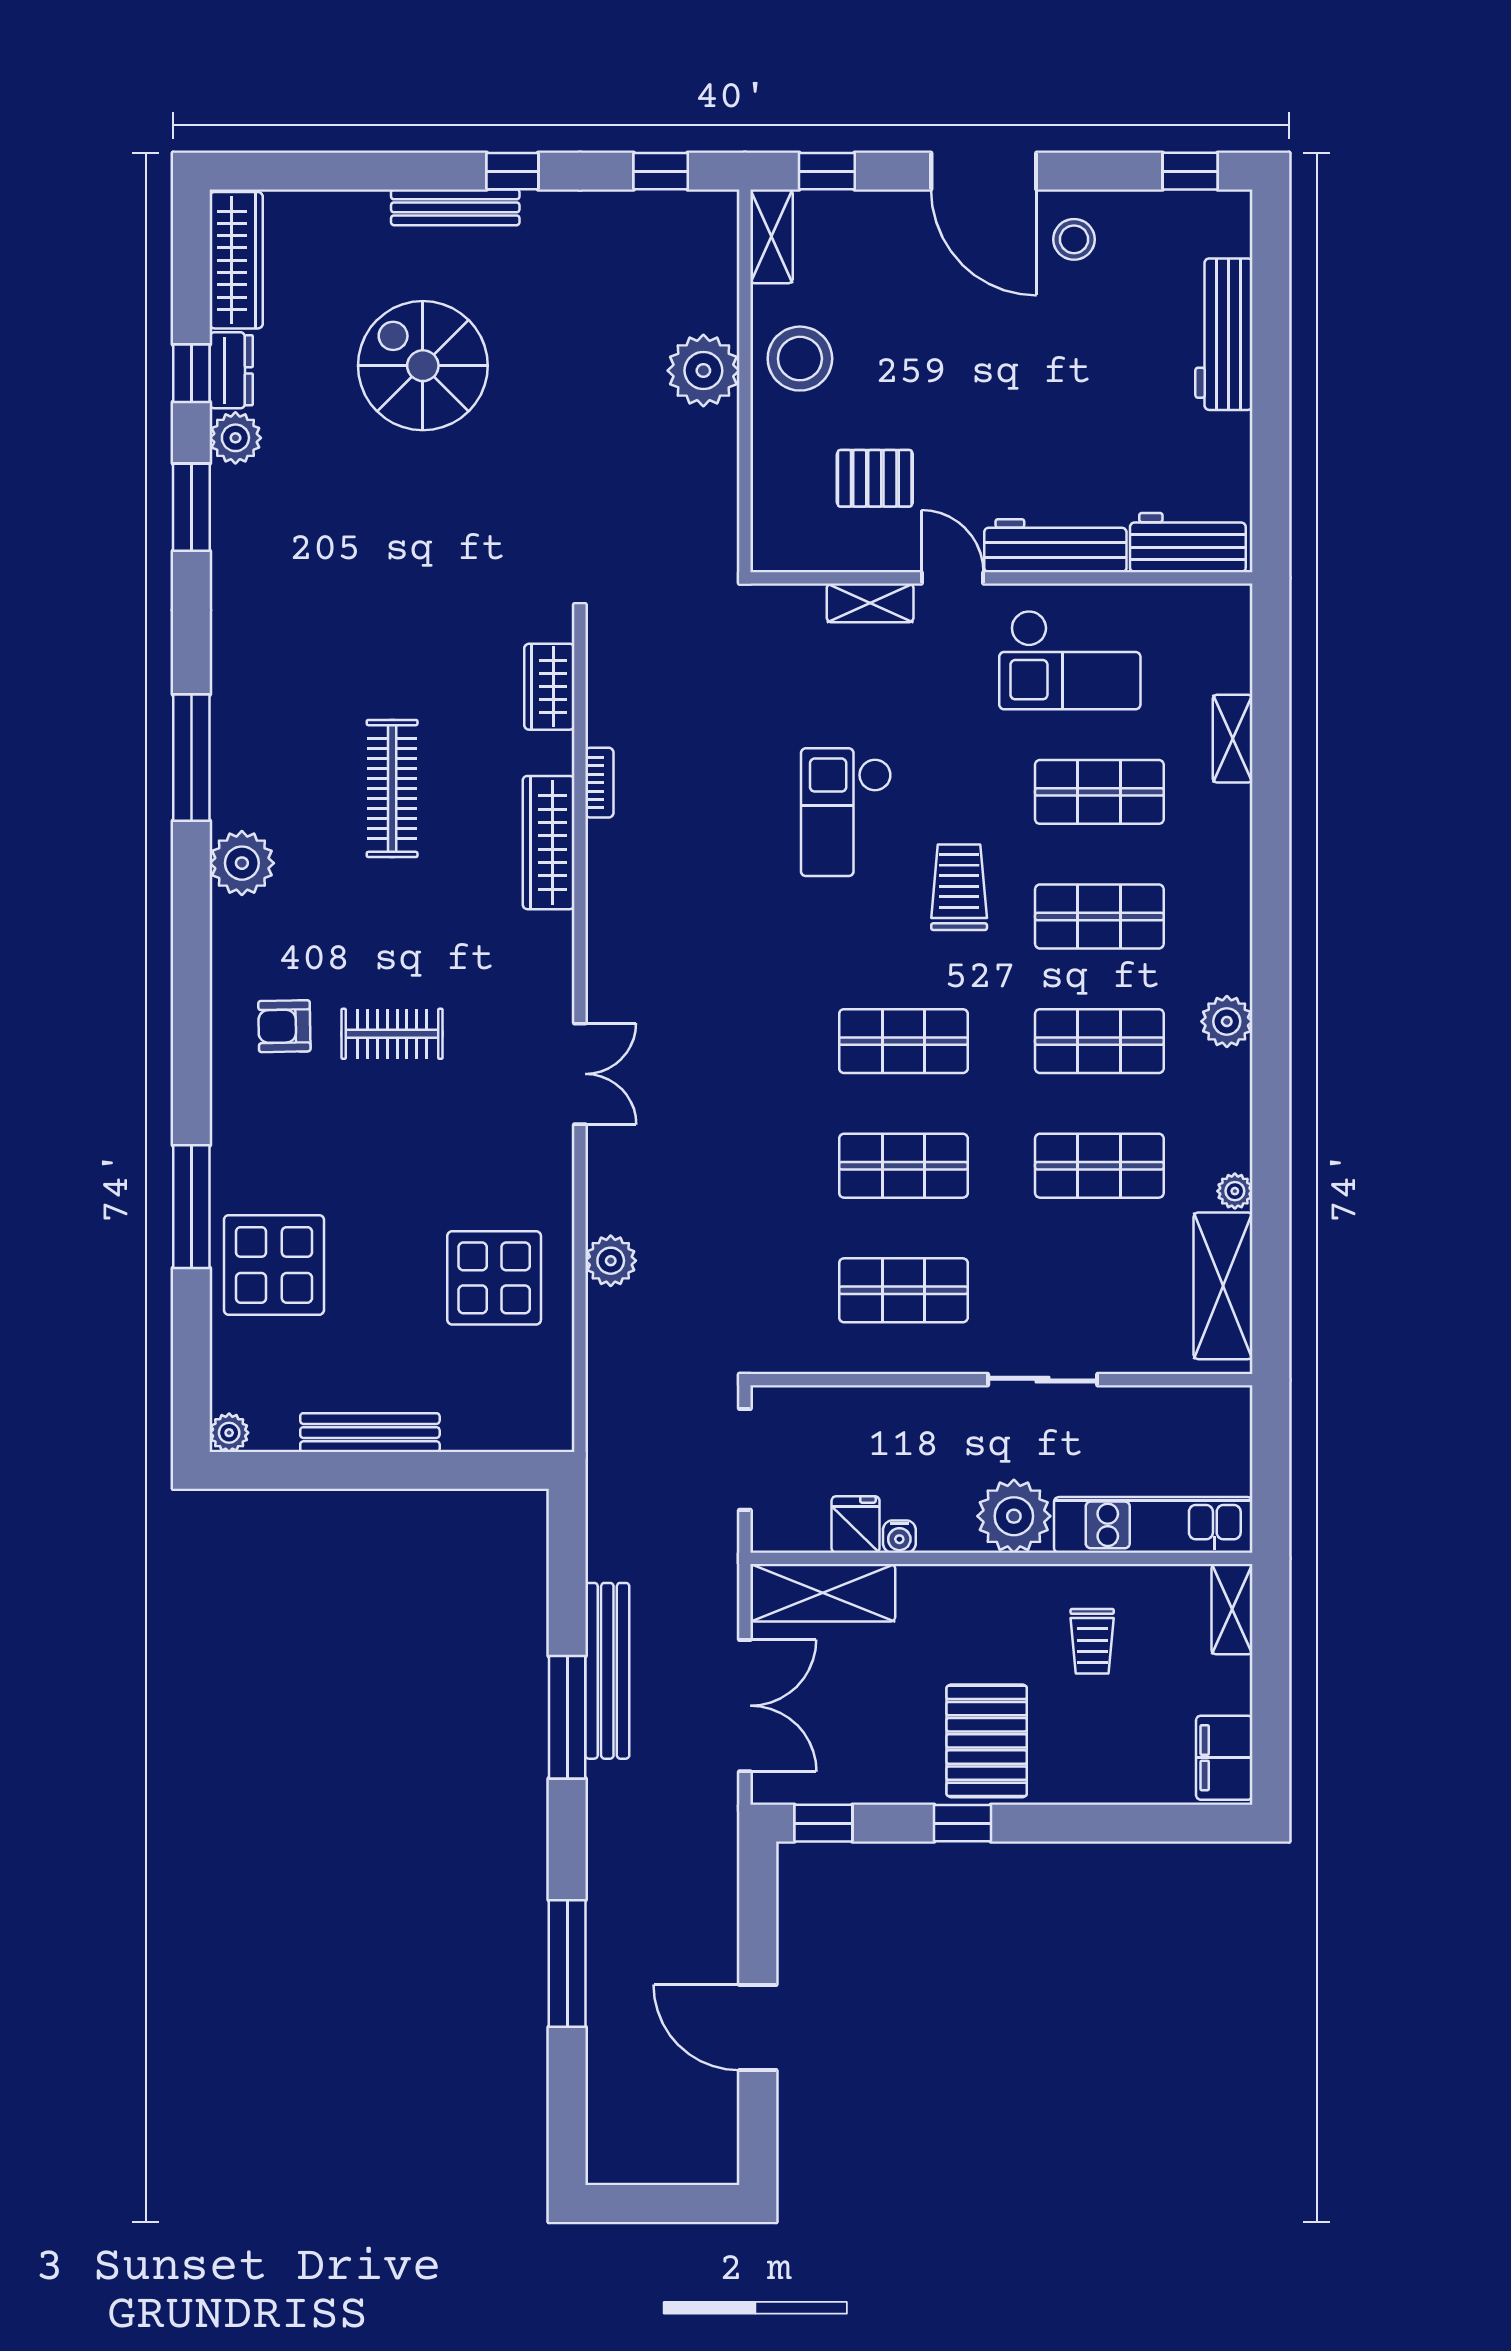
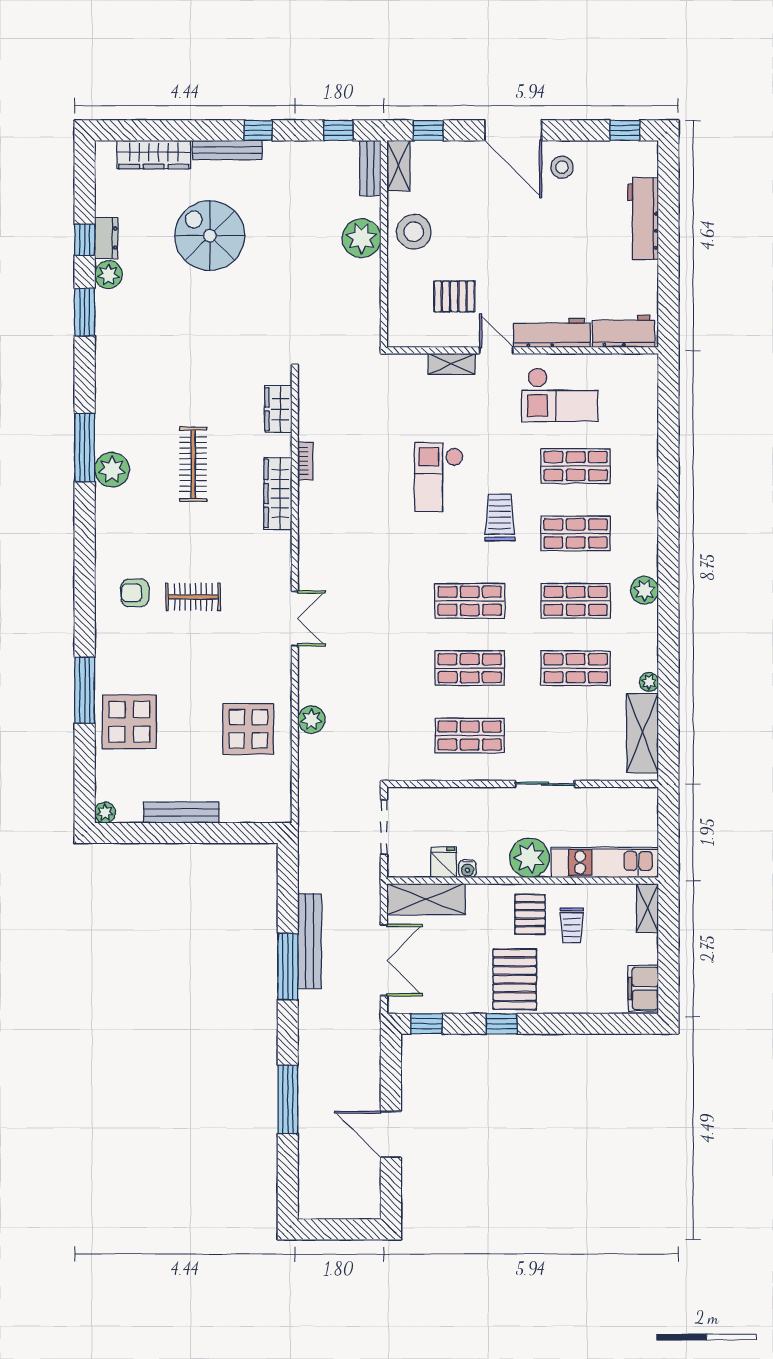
bench: (720, 241) -> (370, 168), added
wardrobe: (236, 260) -> (154, 155), moved, turned 90
shelving: (1233, 739) -> (648, 437), removed
plant: (242, 863) -> (112, 470), moved
pallet: (1015, 1621) -> (530, 914), added

